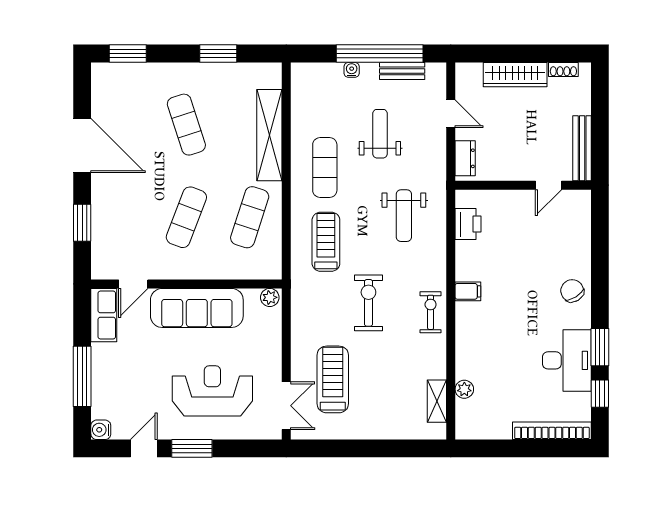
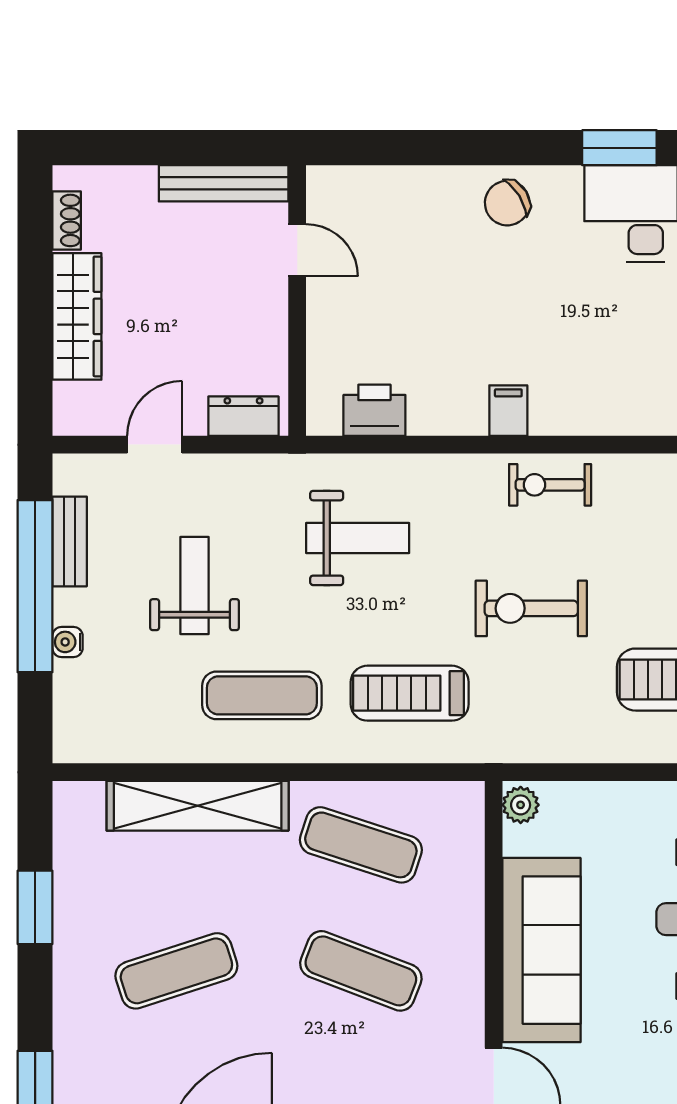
weight bench: (380, 134) -> (195, 586), turned 90

